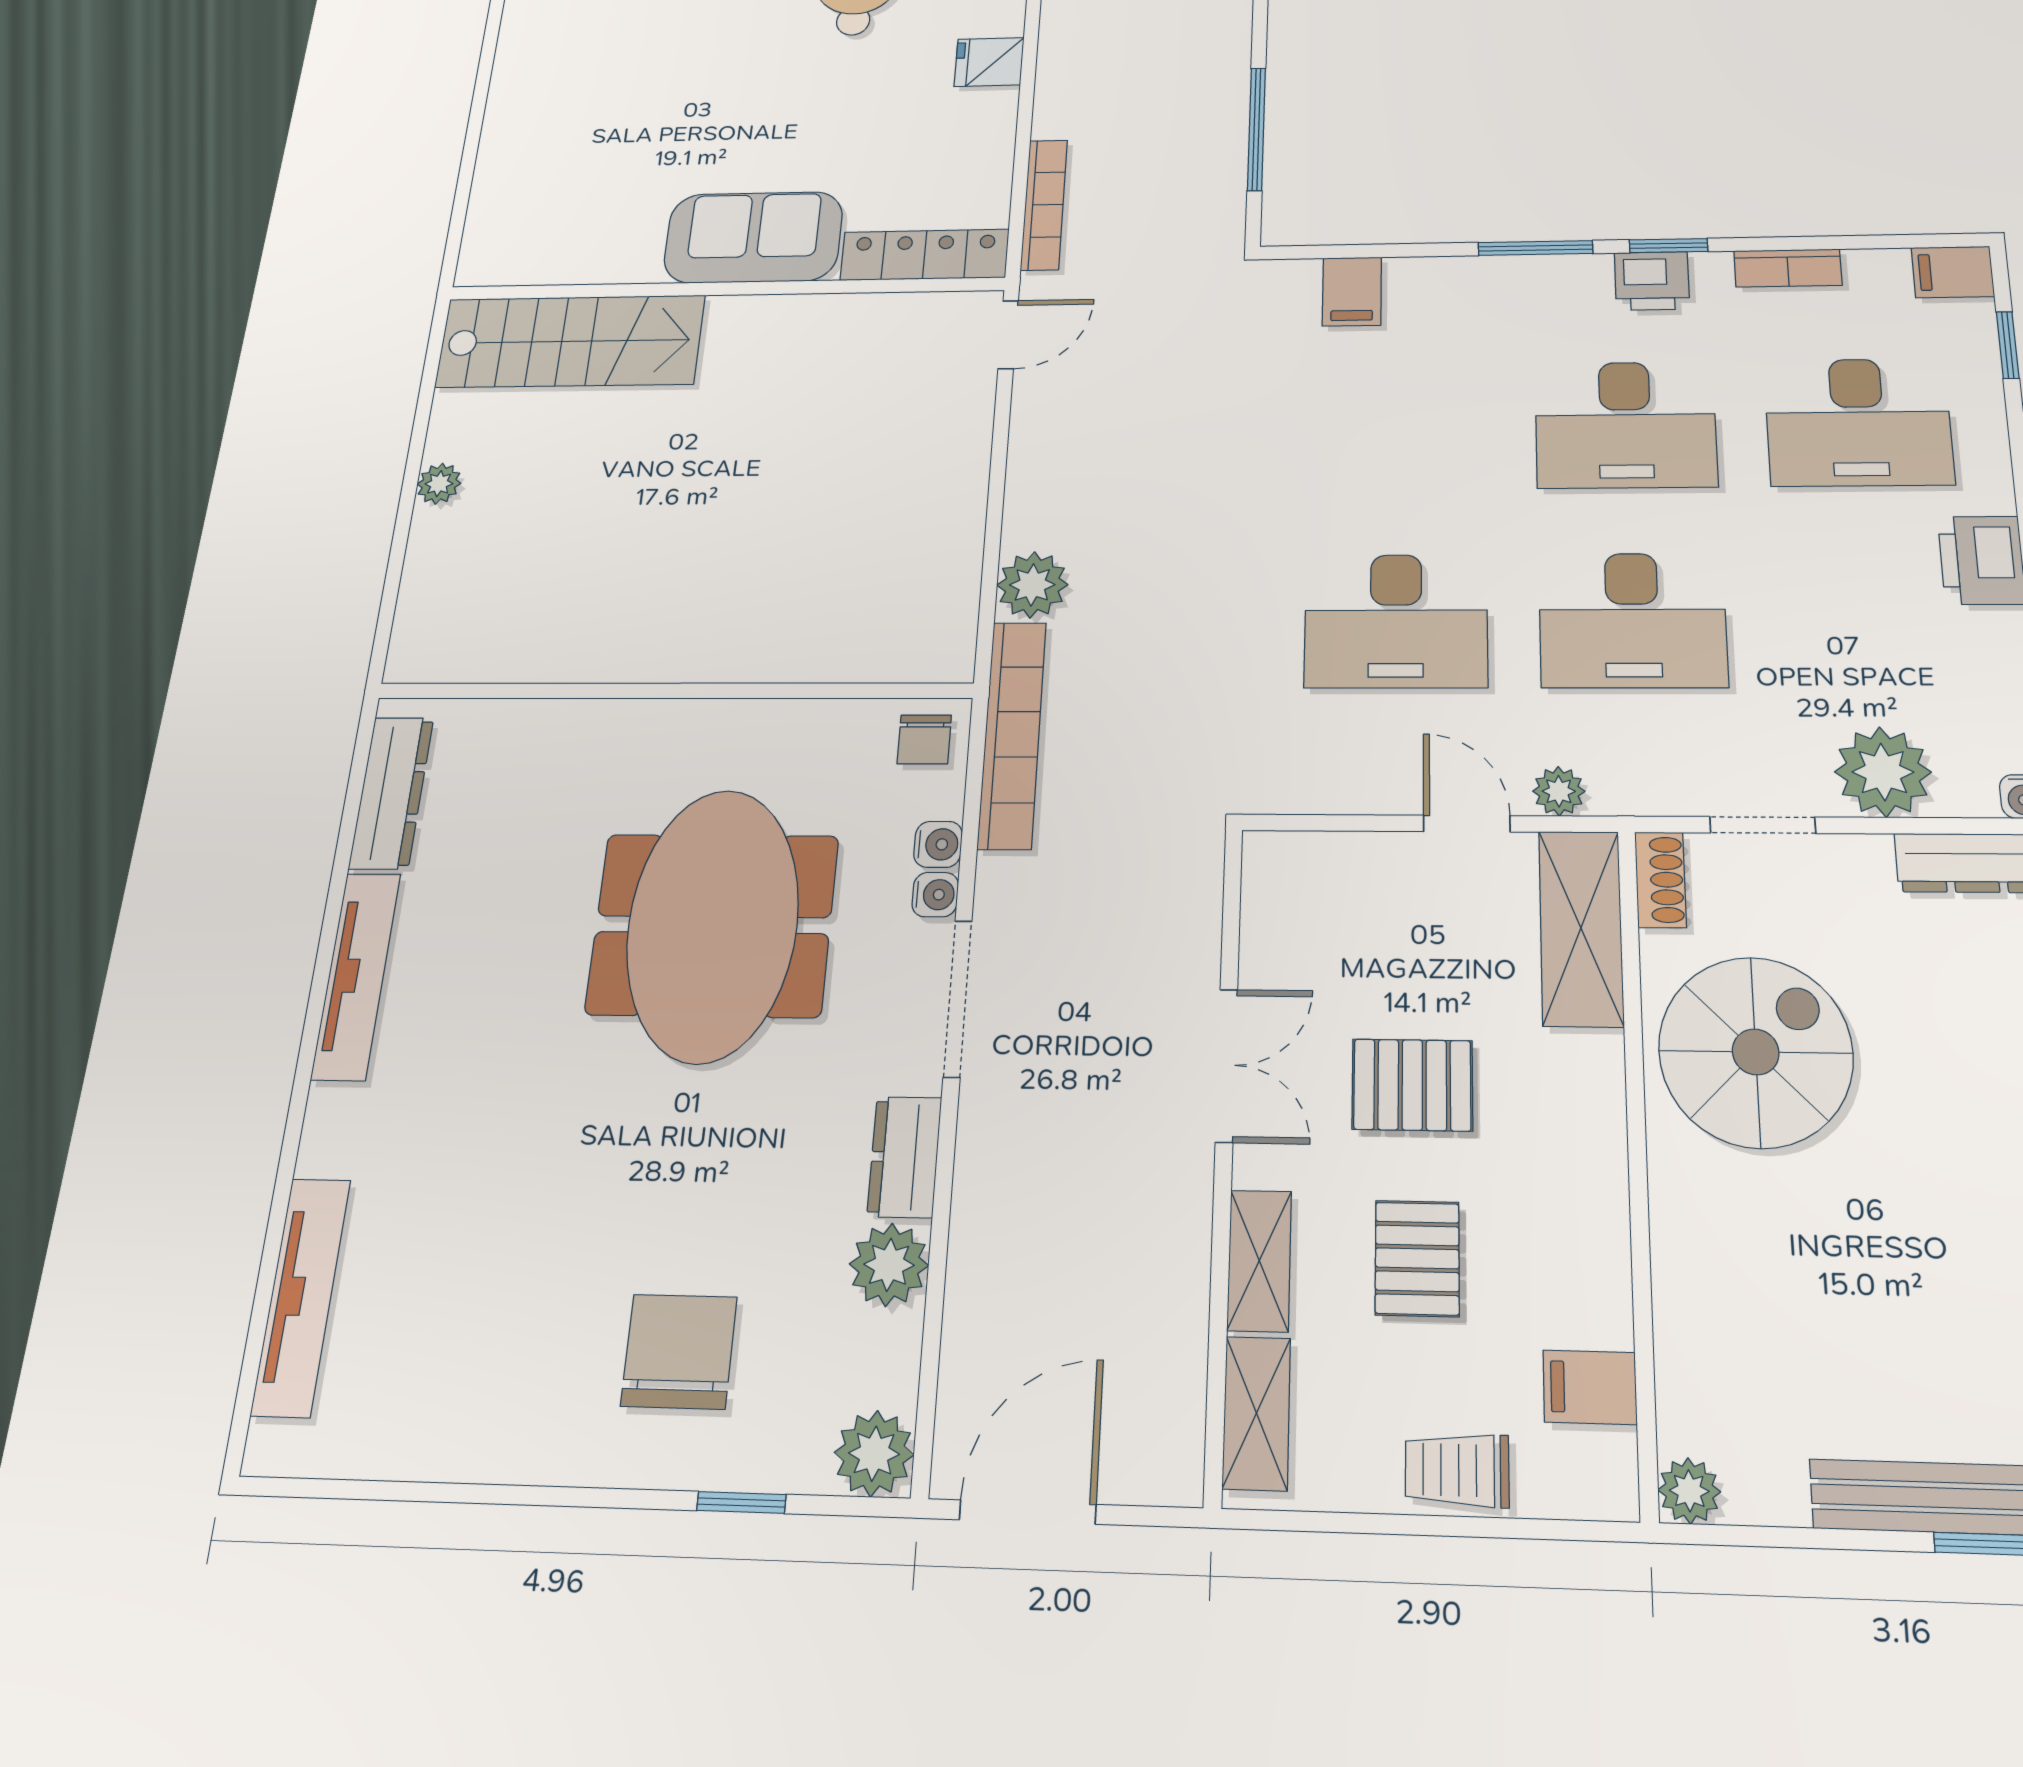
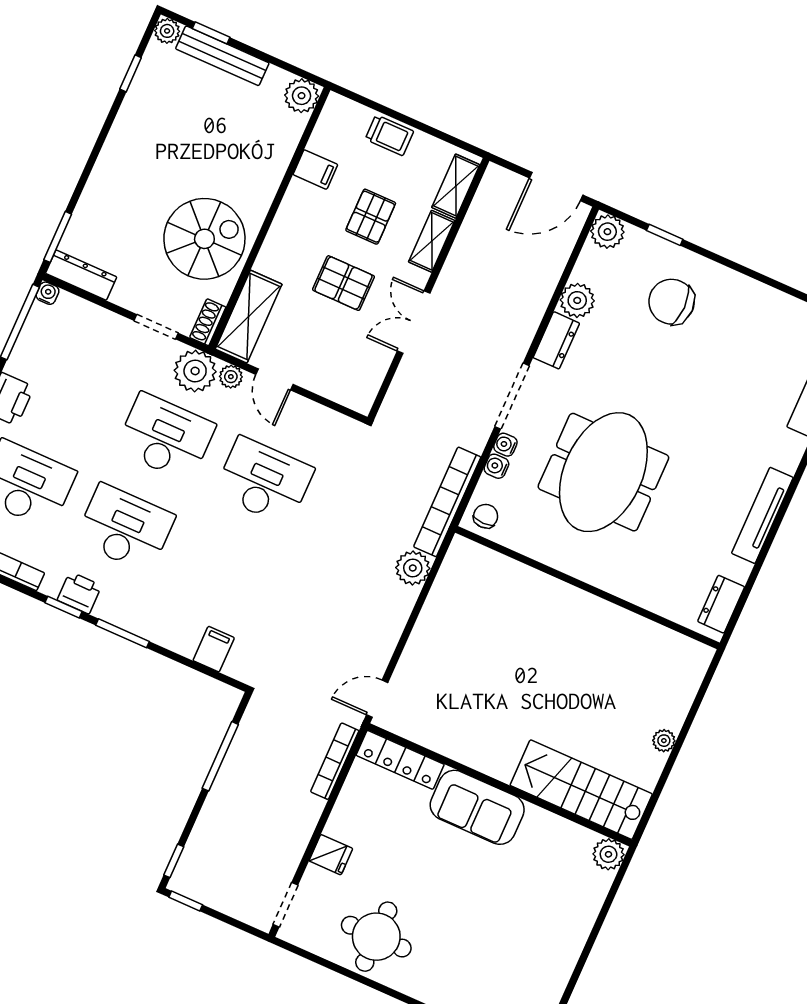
plant: (486, 260) -> (608, 854), added
plant: (1883, 772) -> (195, 371), moved
dresser: (391, 793) -> (721, 604), width x0.70
spiral stairs: (1756, 1052) -> (204, 239), turned 180
chair: (679, 1351) -> (672, 302), turned 90
filing cabinet: (1590, 1387) -> (315, 170), moved
plant: (1689, 1491) -> (302, 96), width x1.38, depth x1.38

